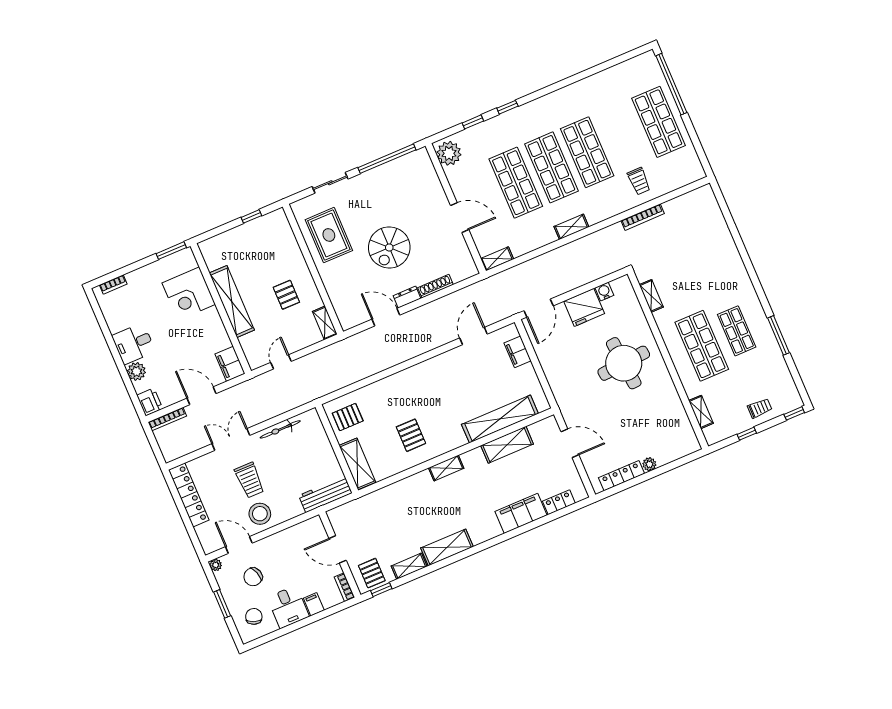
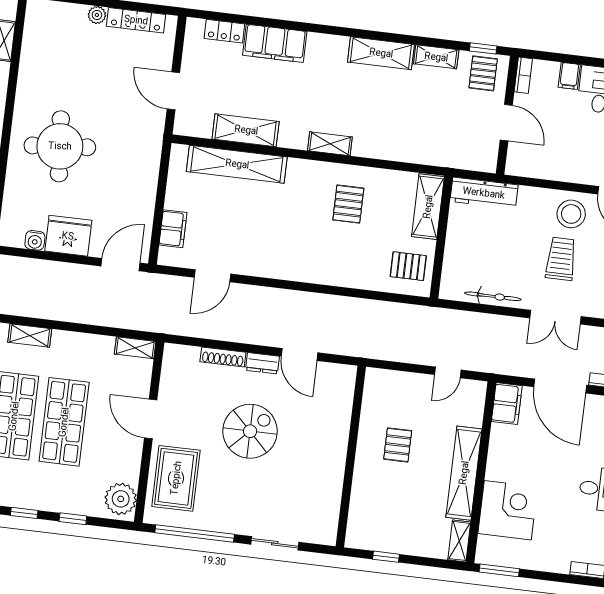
rug: (329, 235) -> (176, 478), moved
shelving: (325, 323) -> (459, 541), moved
door: (201, 396) -> (560, 386), width x1.36

